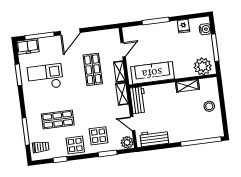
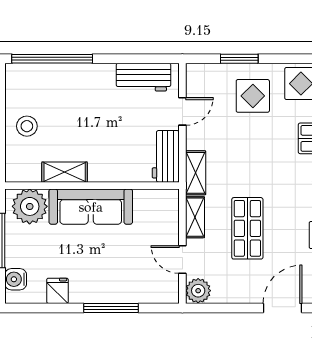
door: (123, 50) -> (182, 260), hinge flipped
sofa: (152, 73) -> (91, 207), moved
door: (133, 124) -> (182, 111), hinge flipped
plant: (127, 142) -> (198, 291), moved

